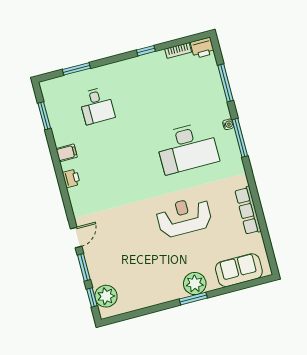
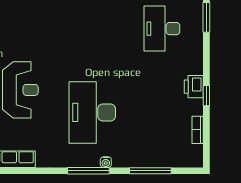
printer: (202, 48) -> (194, 87), moved
desk: (97, 106) -> (162, 29), width x1.37

